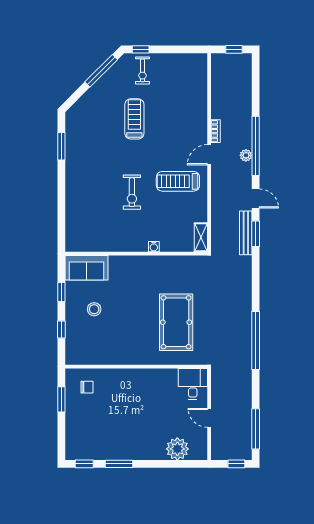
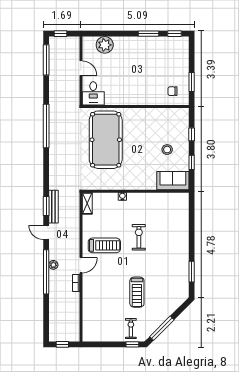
pool table: (176, 322) -> (106, 140), width x1.36, depth x1.32

